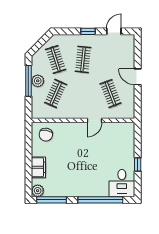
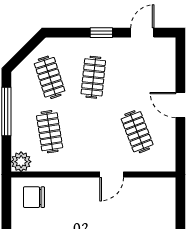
plant: (38, 81) -> (21, 162), moved
clothes rail: (56, 94) -> (50, 132), turned -33
chair: (46, 135) -> (34, 197), turned 79

